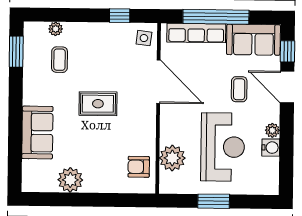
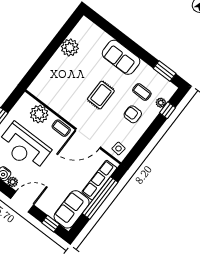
window: (120, 16) -> (167, 110), moved
door: (287, 87) -> (22, 202), moved
coffee table: (239, 89) -> (61, 128), moved
sofa: (37, 133) -> (121, 57), moved
armchair: (139, 167) -> (133, 114), moved, turned -90

